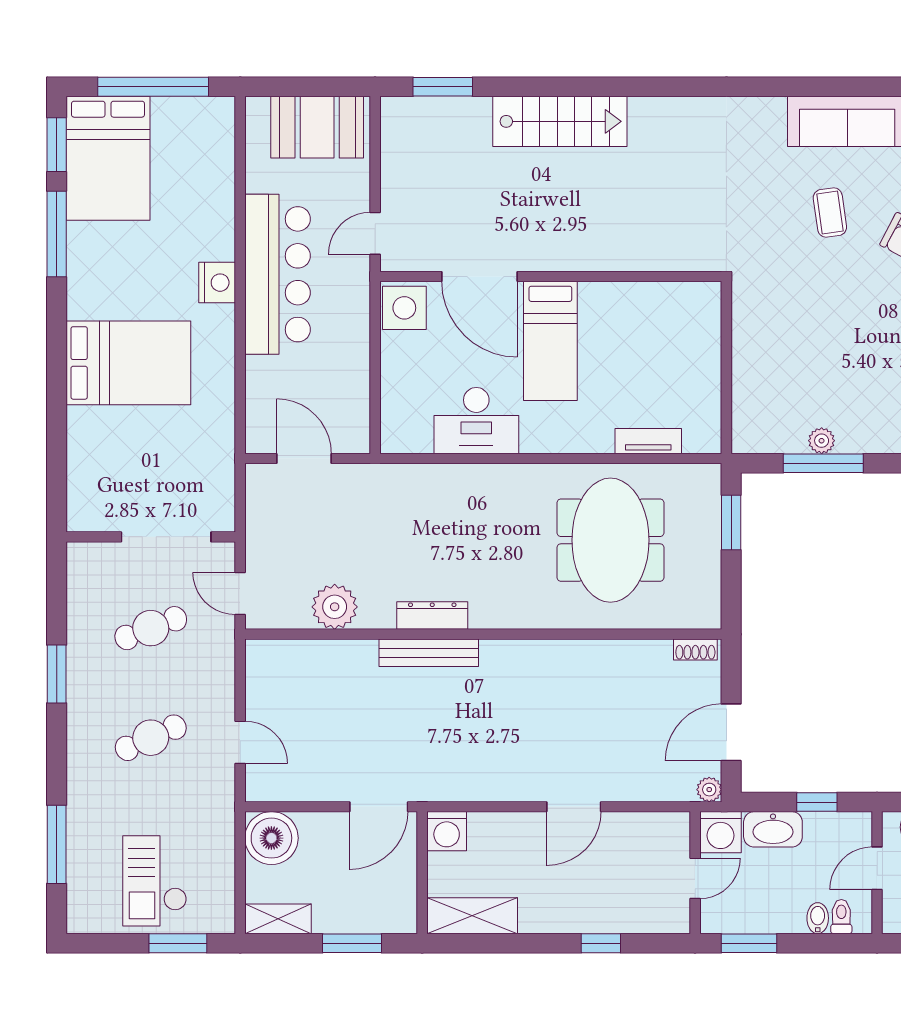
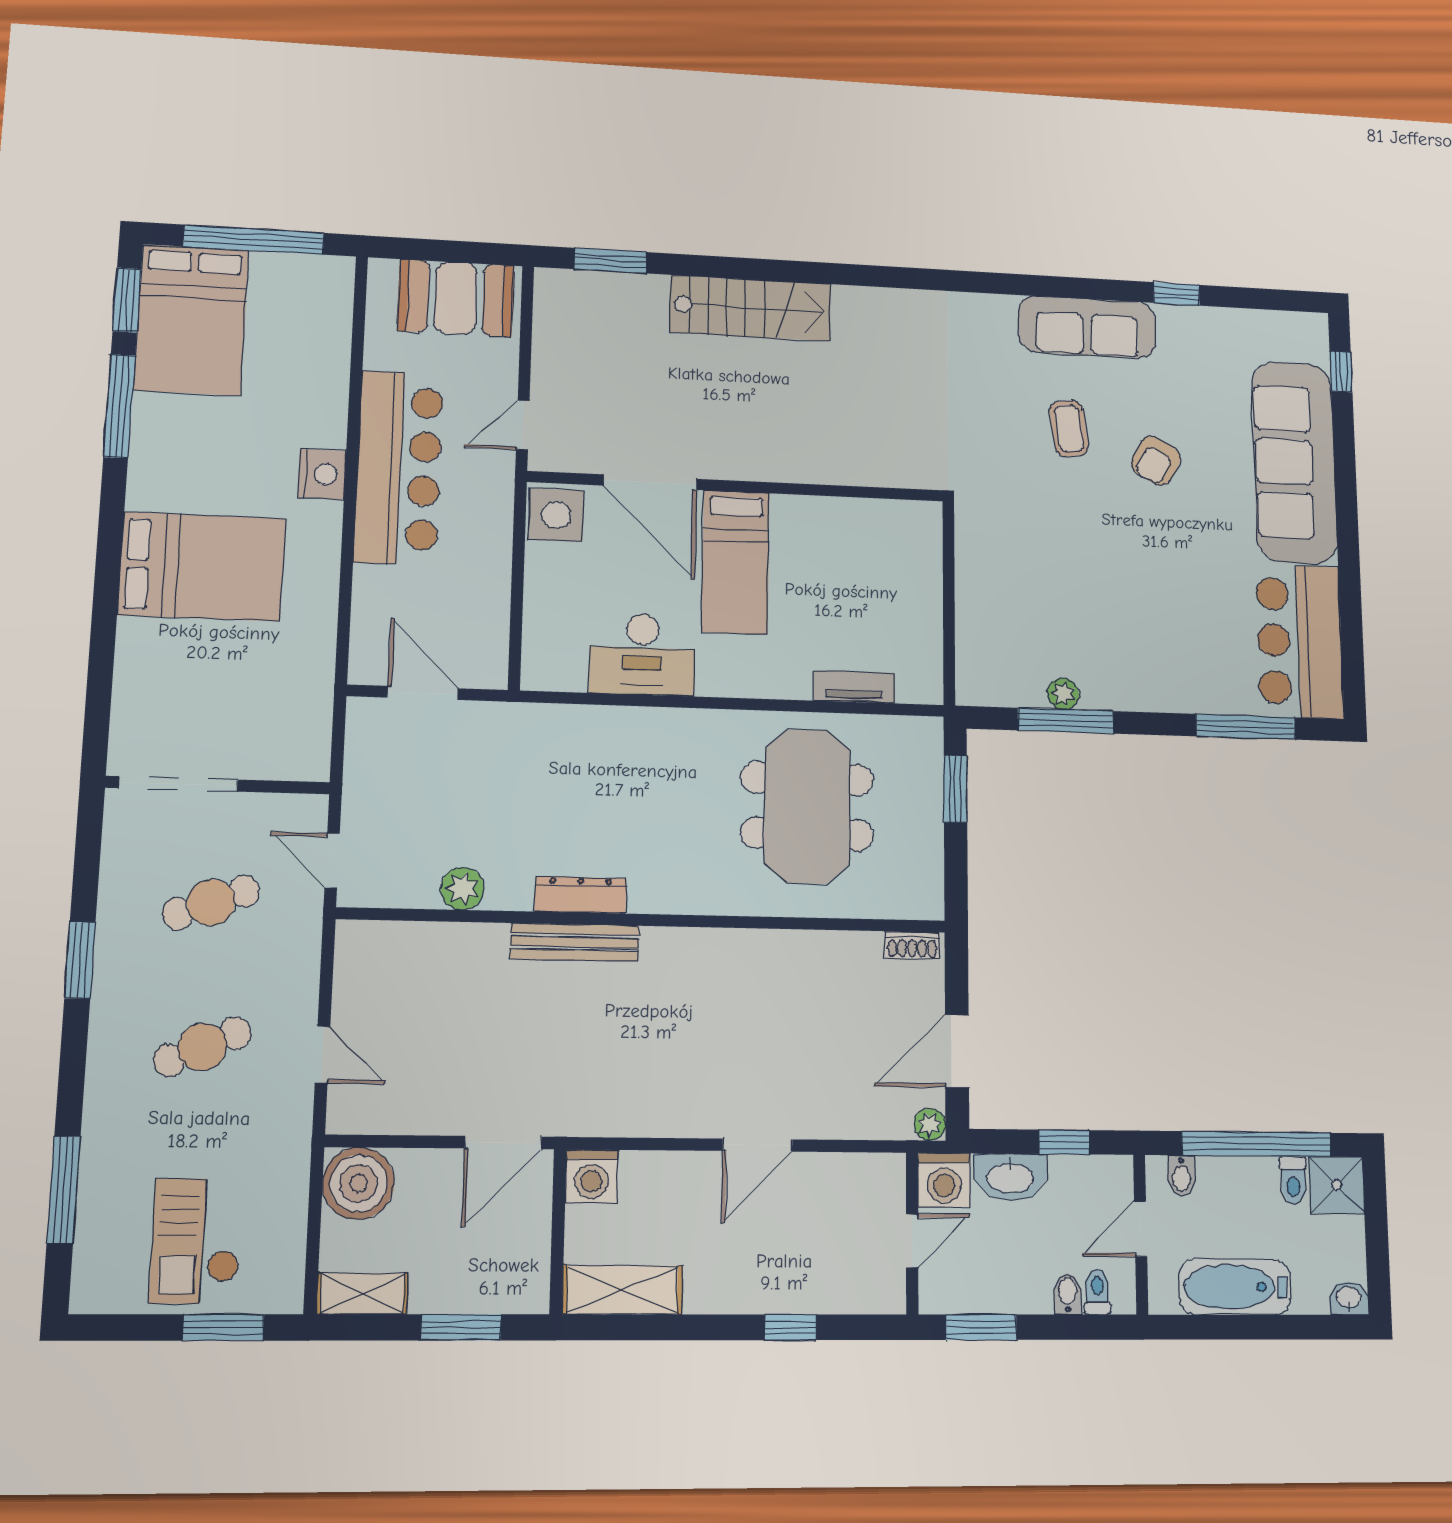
doorway: (166, 537) -> (178, 784), moved
plant: (335, 607) -> (462, 889), width x0.73, depth x0.73

